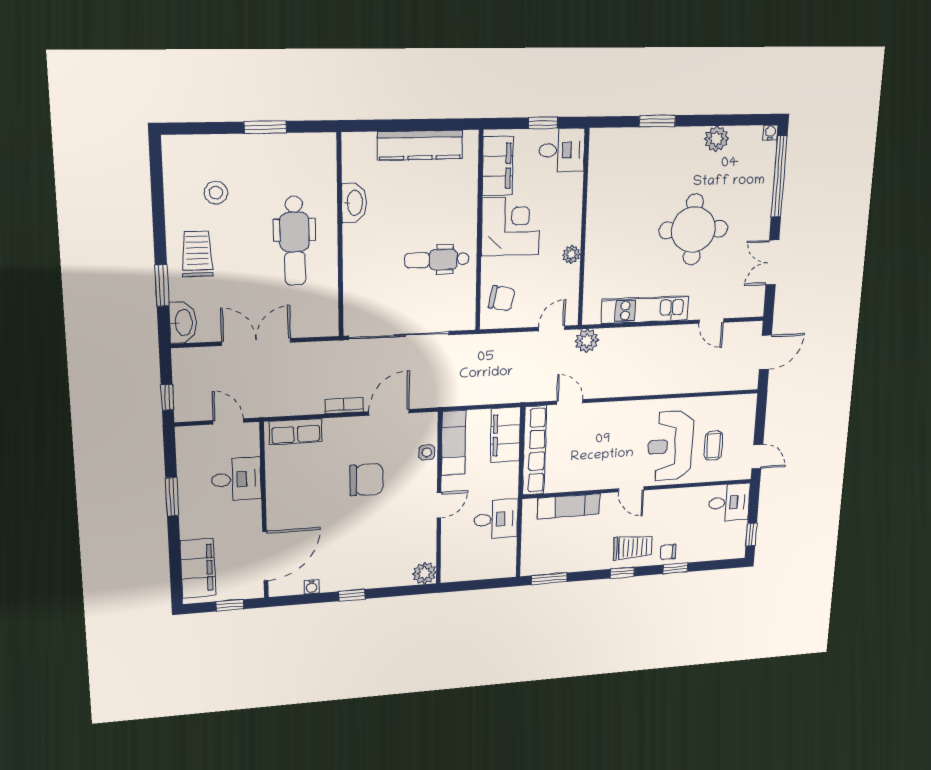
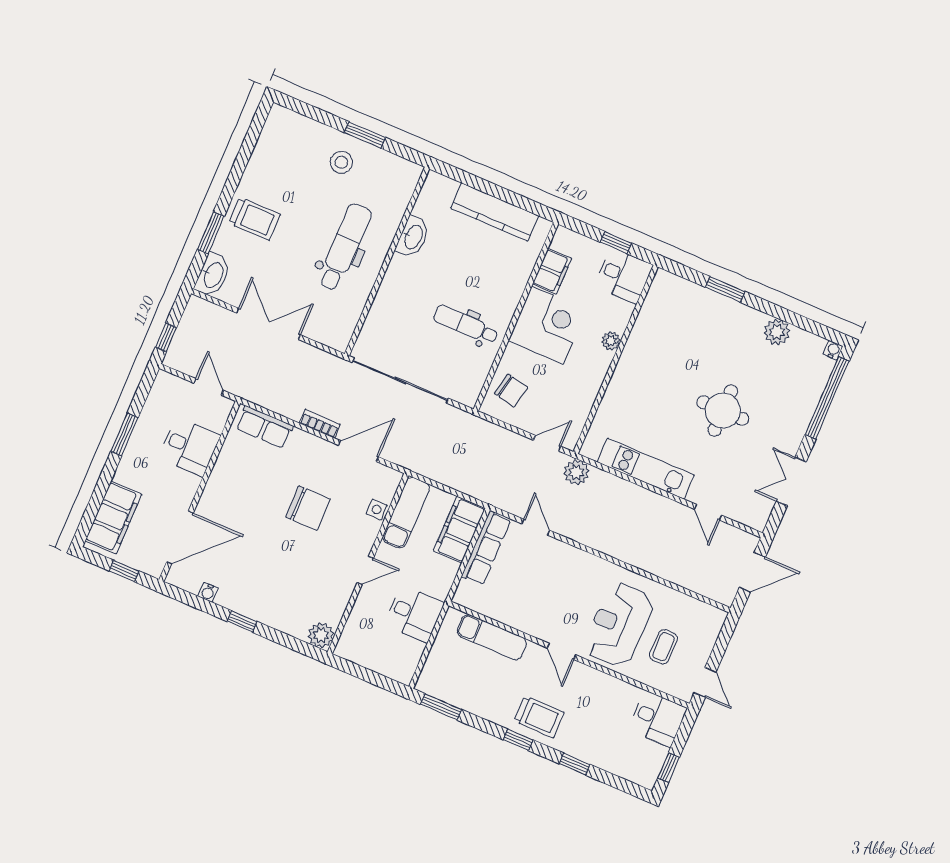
filing cabinet: (498, 166) -> (552, 271), width x0.67, depth x0.86
stool: (216, 193) -> (341, 162), moved
round table: (693, 230) -> (723, 411), width x0.73, depth x0.73
dental chair: (295, 241) -> (345, 247), turned 180
trolley: (197, 254) -> (255, 219), turned 90
plant: (571, 254) -> (611, 341), moved
row of seats: (534, 450) -> (486, 548), width x0.73
chair: (668, 552) -> (574, 741), removed

